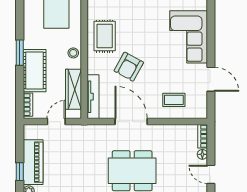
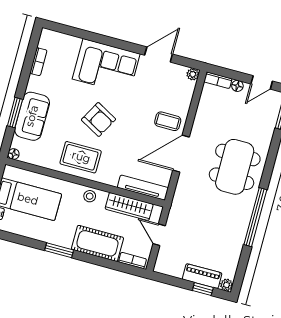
window: (20, 53) -> (59, 250), moved
armchair: (129, 67) -> (99, 119), moved
coffee table: (174, 100) -> (168, 121), moved, turned 90
plant: (202, 113) -> (193, 74), added
piano: (33, 162) -> (202, 276), width x0.73, depth x0.75

